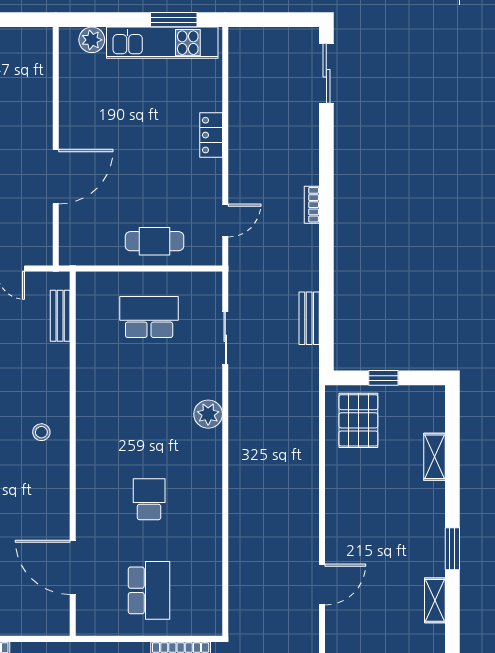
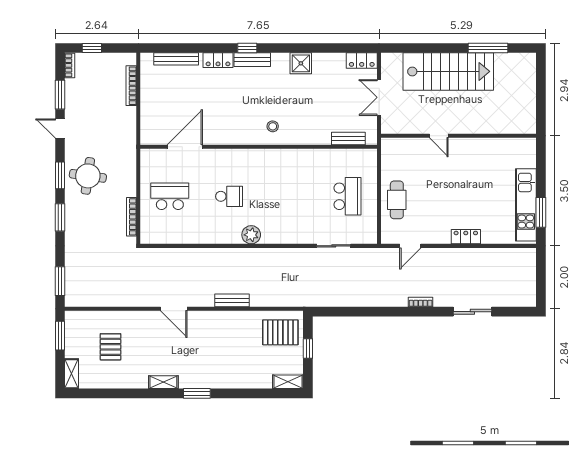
plant: (92, 40) -> (528, 159), removed
sliding door: (326, 73) -> (472, 312), moved
door: (56, 177) -> (439, 136), width x0.53
door: (225, 220) -> (410, 246), hinge flipped
bench: (309, 318) -> (232, 300), moved
plant: (208, 414) -> (251, 235), moved
shelving: (434, 457) -> (288, 382), moved
school desk: (149, 590) -> (170, 196), turned 180

